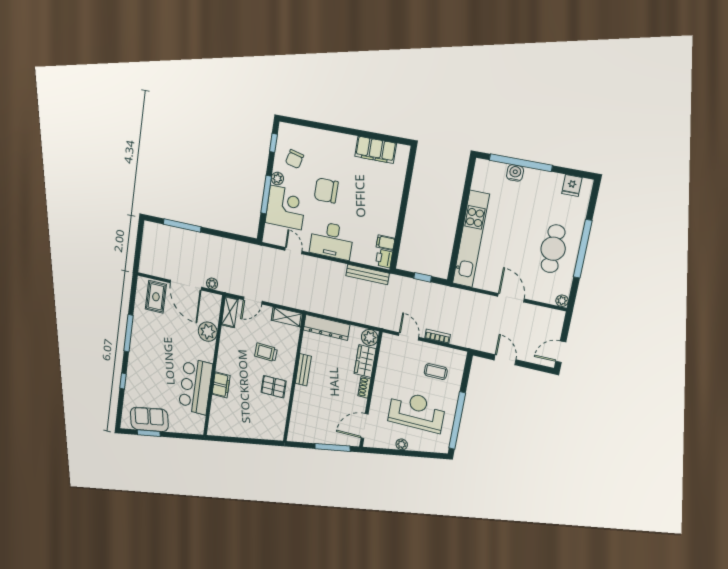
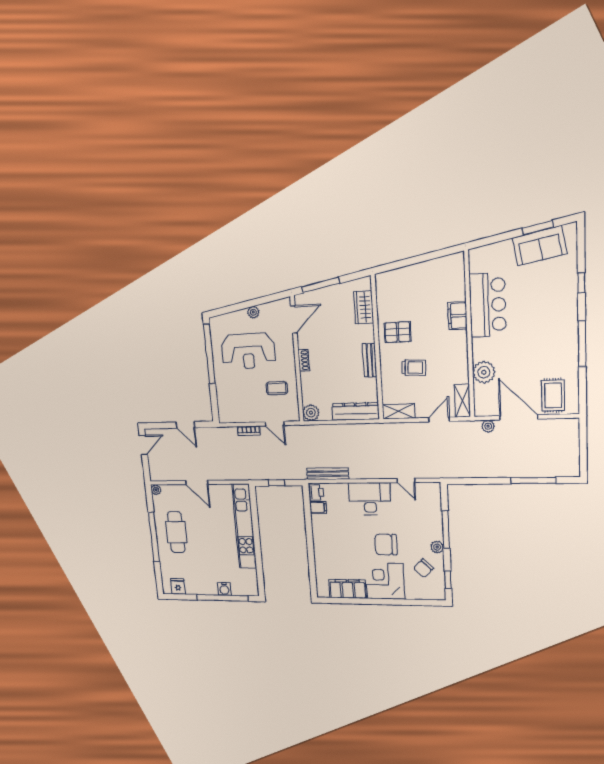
chair: (294, 159) -> (423, 568), turned -150
chair: (326, 190) -> (386, 545), turned 180
corner desk: (286, 207) -> (385, 581), moved, turned 90
wardrobe: (365, 361) -> (364, 307), moved, turned 180
coffee table: (436, 372) -> (277, 388), moved

